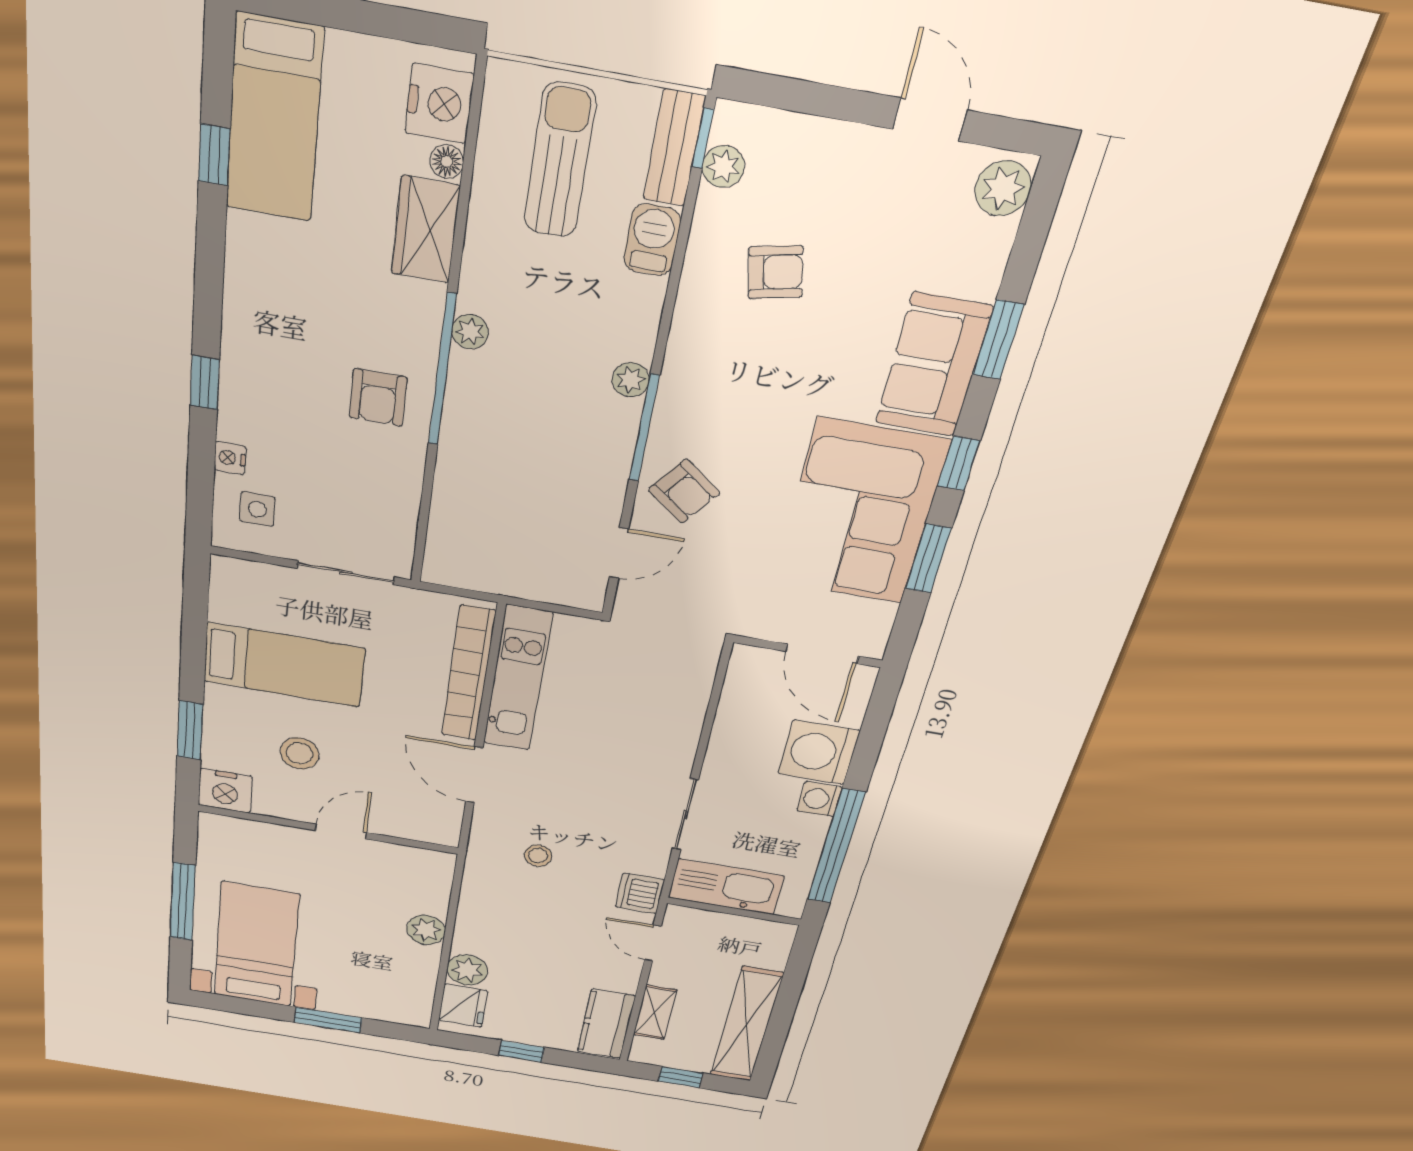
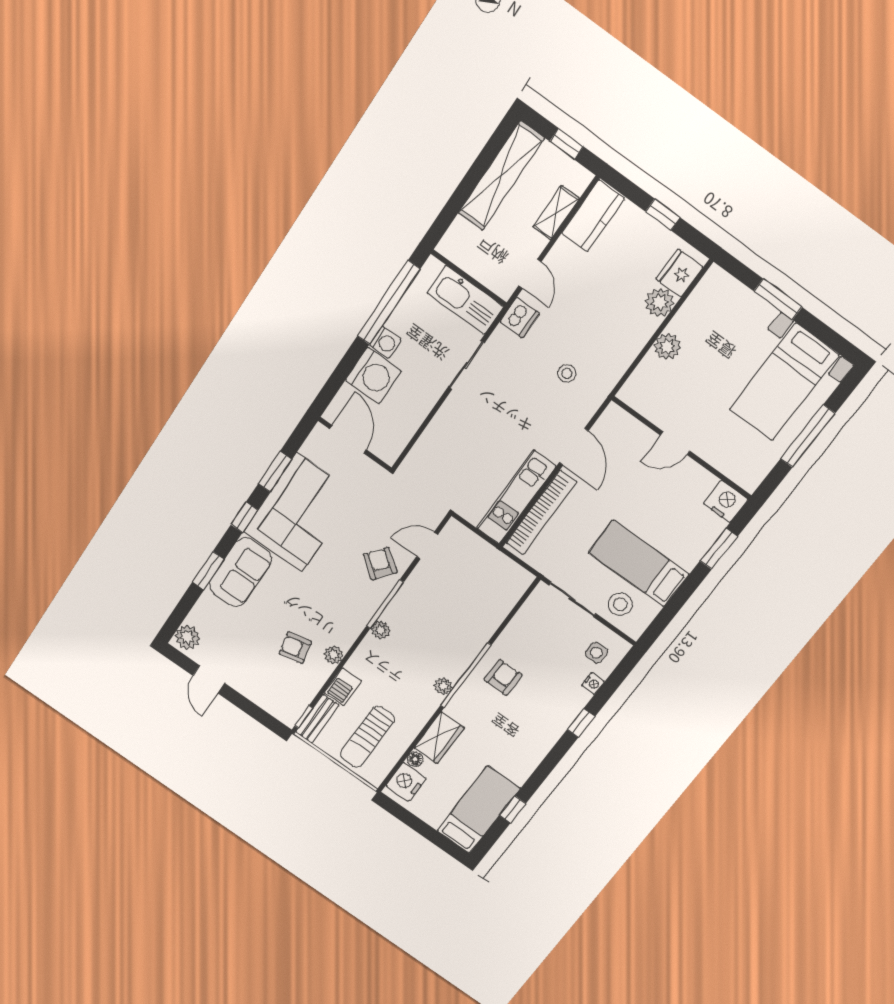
plant: (723, 166) -> (334, 655), moved
stool: (300, 753) -> (620, 604), moved

